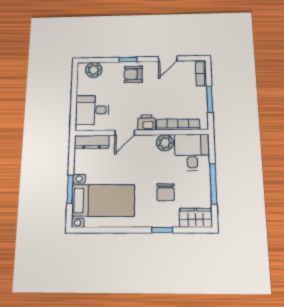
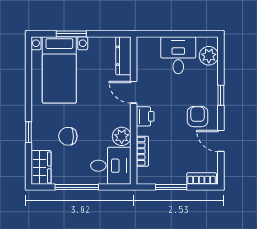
armchair: (133, 74) -> (198, 117), moved
desk: (92, 110) -> (178, 55), moved
bookcase: (178, 124) -> (142, 151), width x0.64

